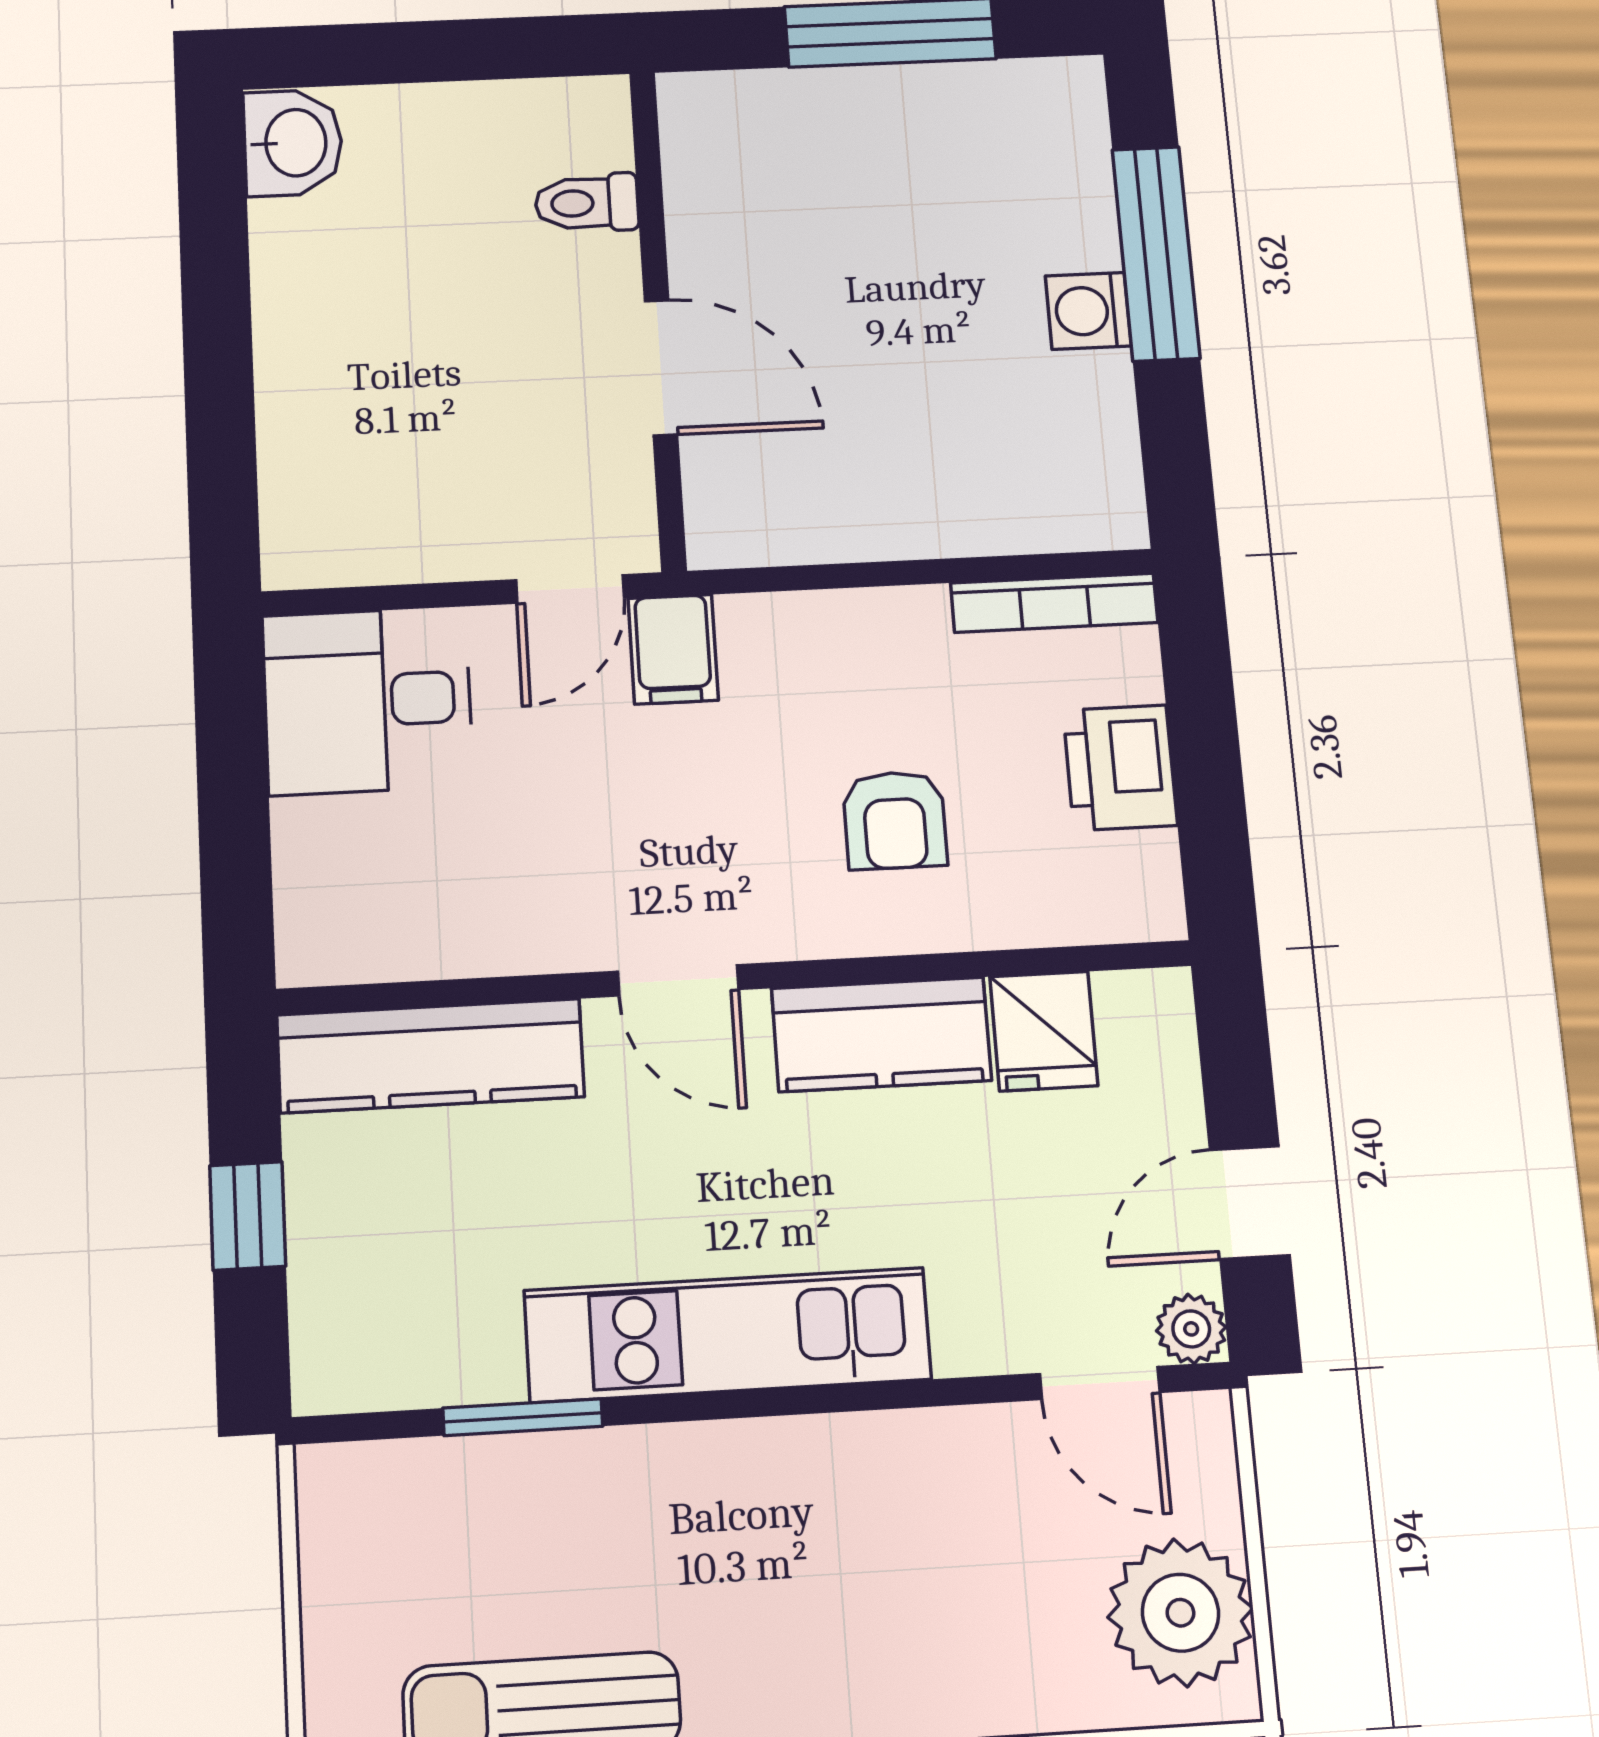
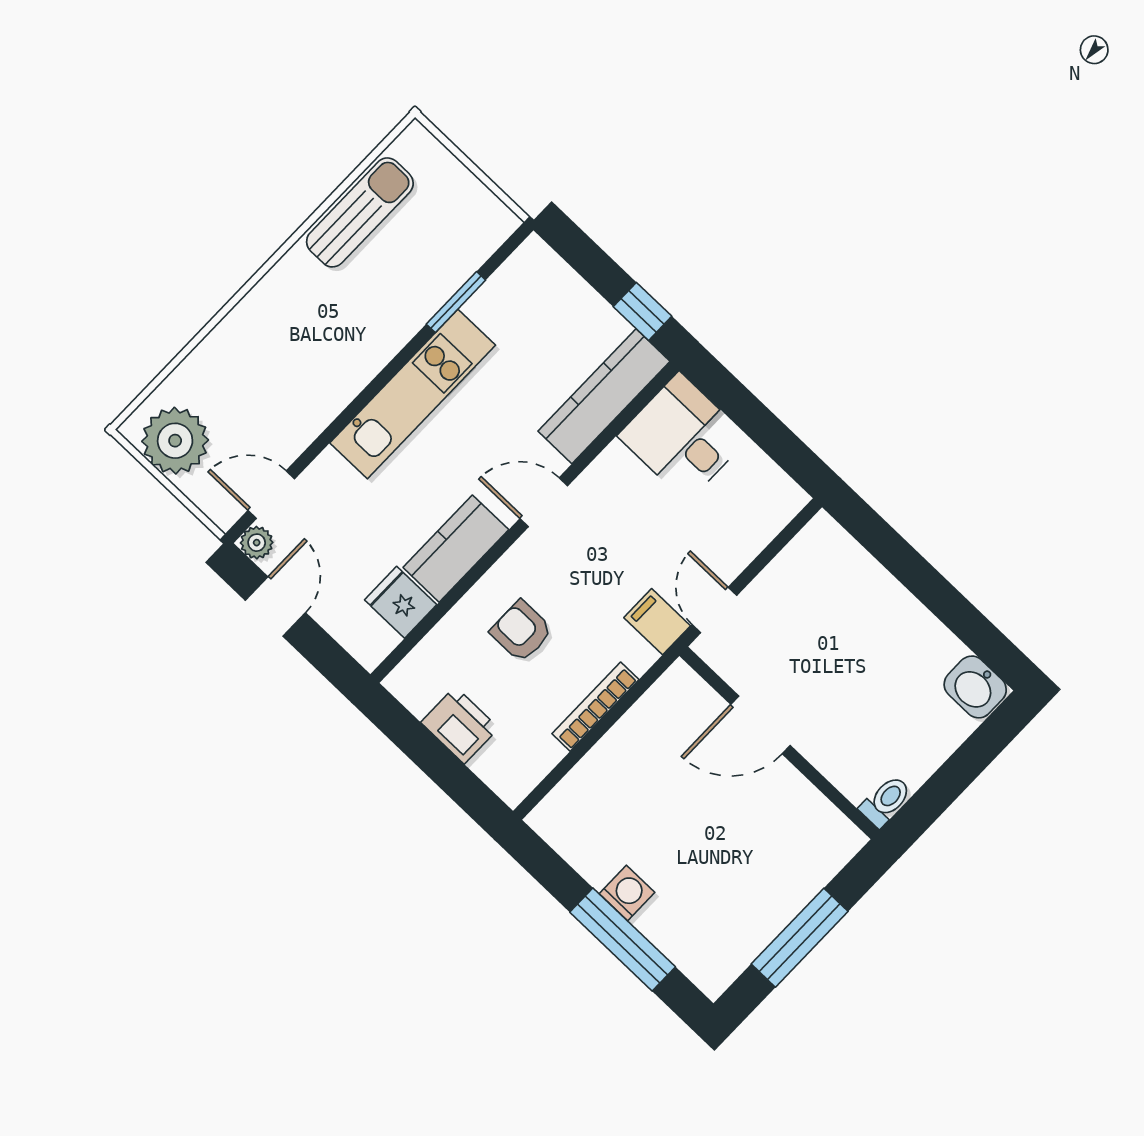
toilet: (587, 203) -> (886, 801), moved
bookcase: (1054, 603) -> (595, 707), moved
desk: (368, 701) -> (683, 437), moved, turned -90
window: (248, 1216) -> (642, 311), moved

